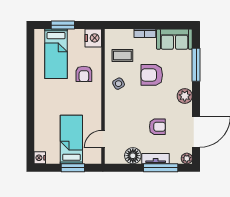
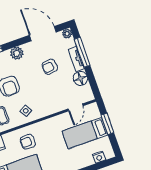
armchair: (84, 74) -> (28, 142), turned 180
armchair: (157, 127) -> (50, 67), turned -97
door: (103, 139) -> (75, 107), hinge flipped
nightstand: (40, 158) -> (99, 157), moved

